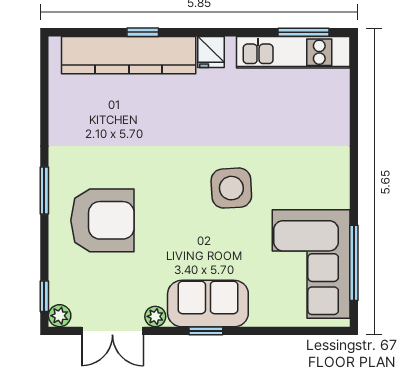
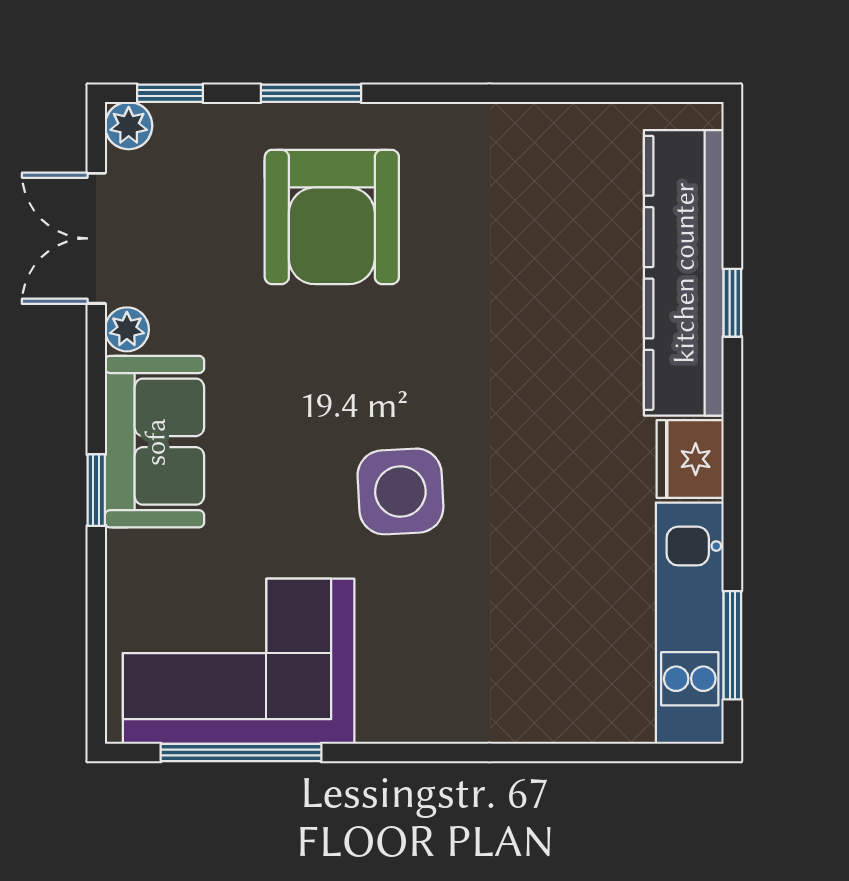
fridge: (211, 52) -> (690, 459), width x1.38
window: (44, 191) -> (311, 93), moved
window: (206, 331) -> (96, 490), moved

